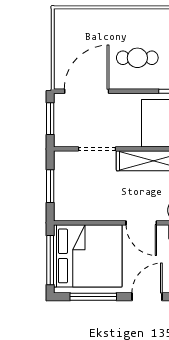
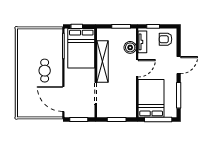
bed: (88, 256) -> (151, 98), width x0.73
door: (147, 297) -> (179, 65), swing flipped

